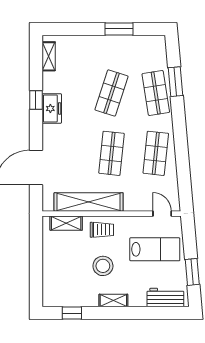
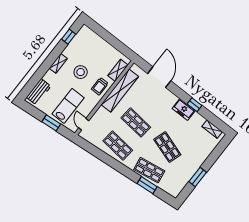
door: (162, 214) -> (84, 124), swing flipped
lab bench: (155, 249) -> (68, 106), turned 180
window: (192, 272) -> (51, 123), moved

